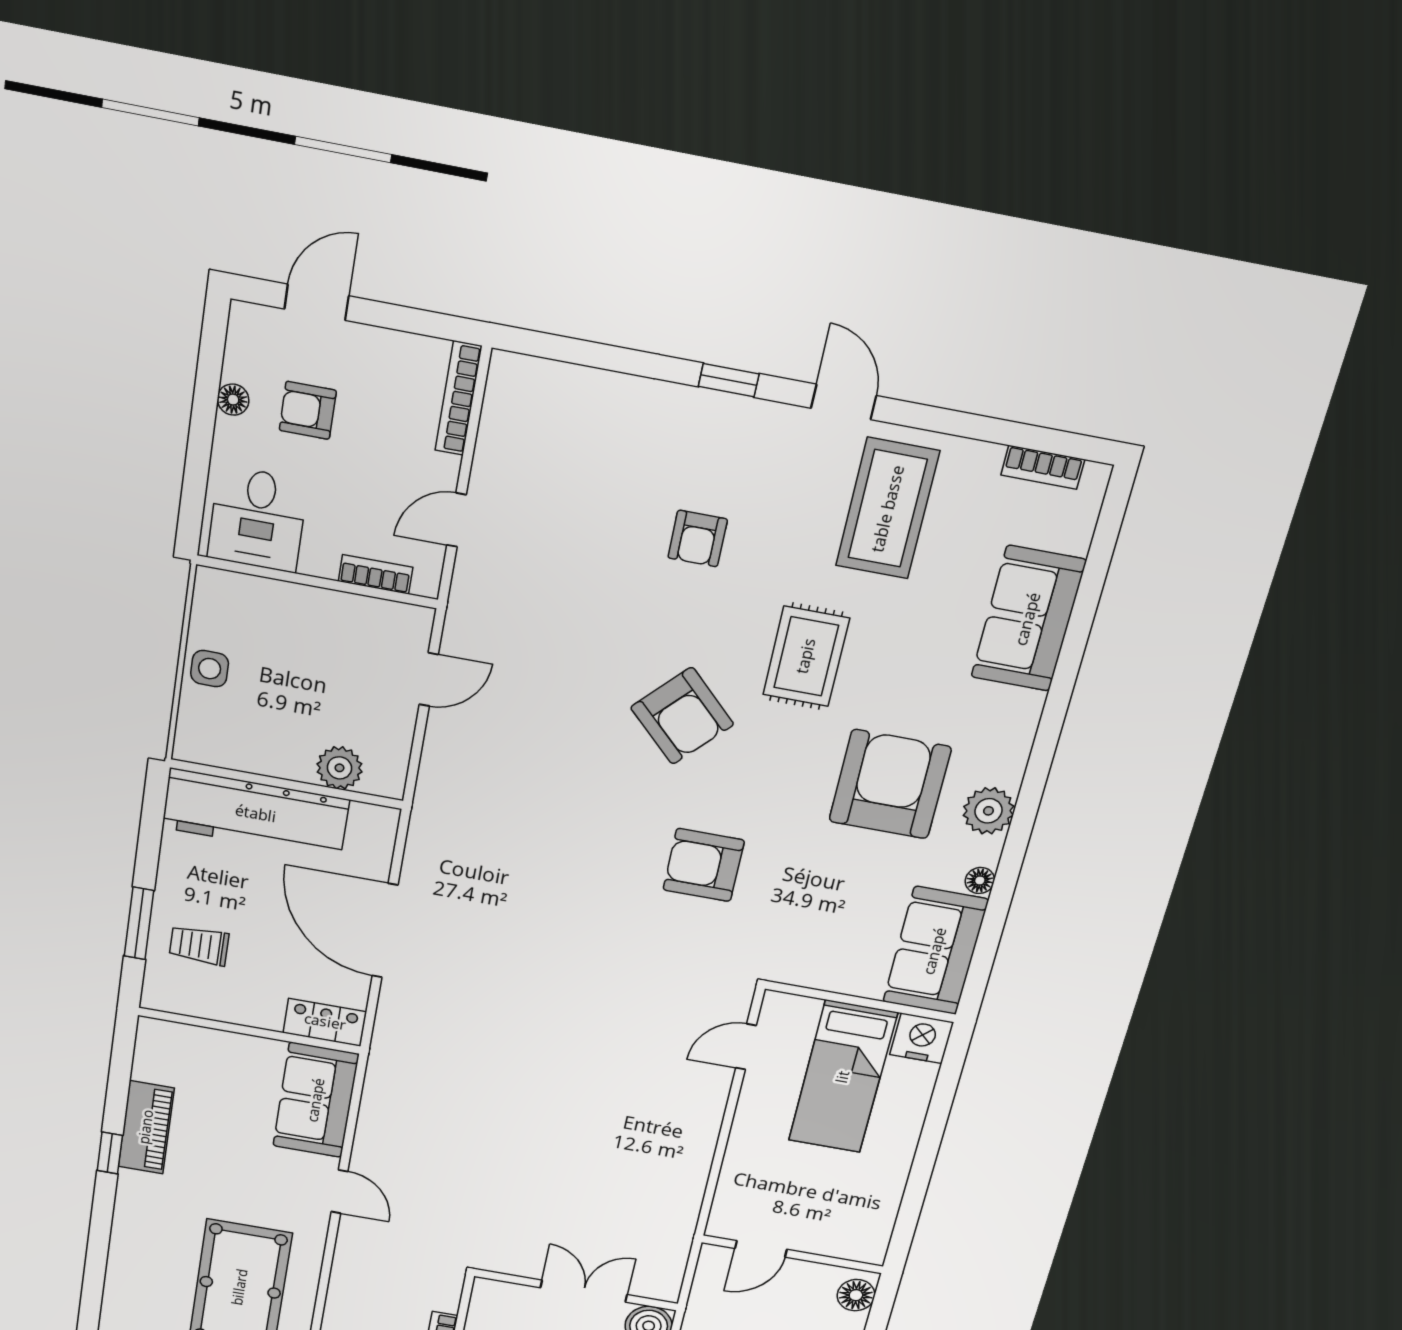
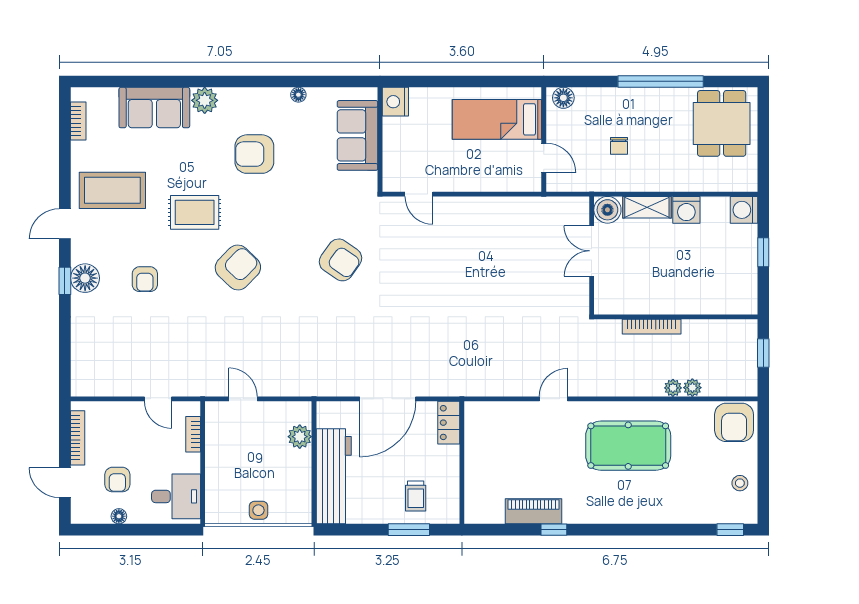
bookcase: (458, 398) -> (78, 438), moved, turned -90
floor lamp: (725, 422) -> (85, 278), added
armchair: (698, 539) -> (145, 279), turned 90
armchair: (890, 784) -> (254, 154), width x0.73, depth x0.73
plant: (988, 811) -> (205, 100), moved
armchair: (704, 865) -> (341, 260), moved, turned -55
sofa: (935, 951) -> (357, 135), moved, turned 90
bed: (843, 1077) -> (497, 119), moved, turned 180
sofa: (316, 1100) -> (498, 420), removed

